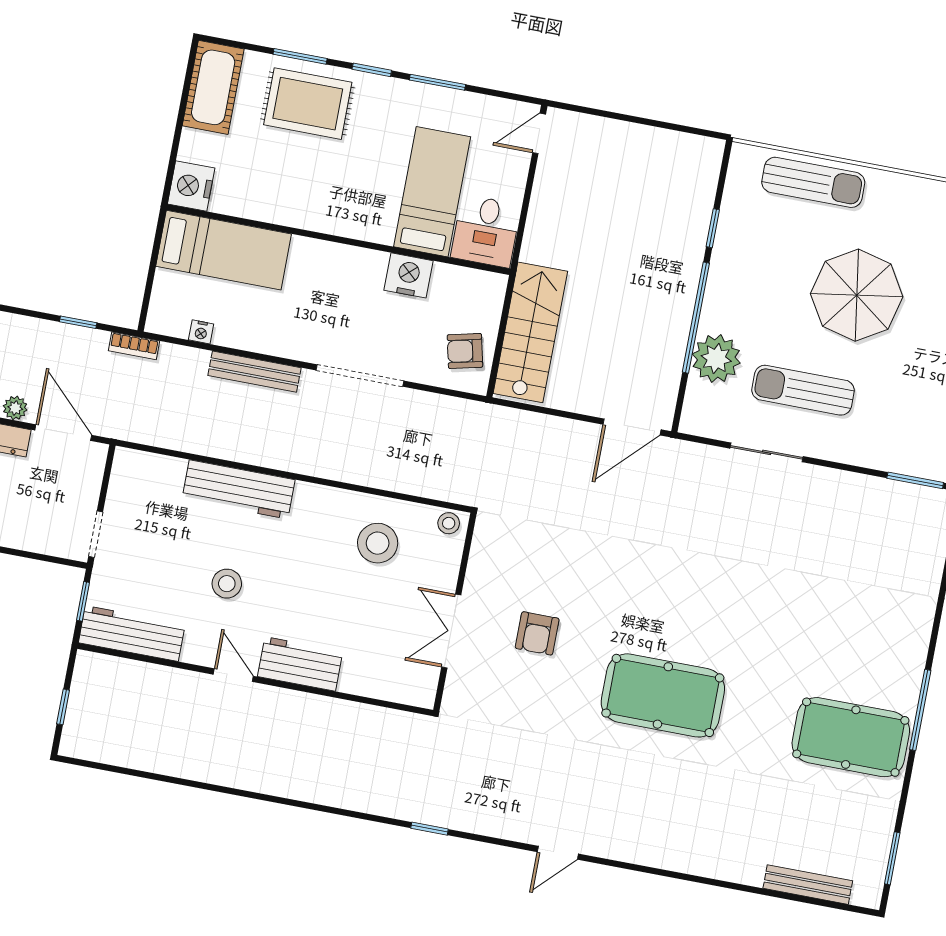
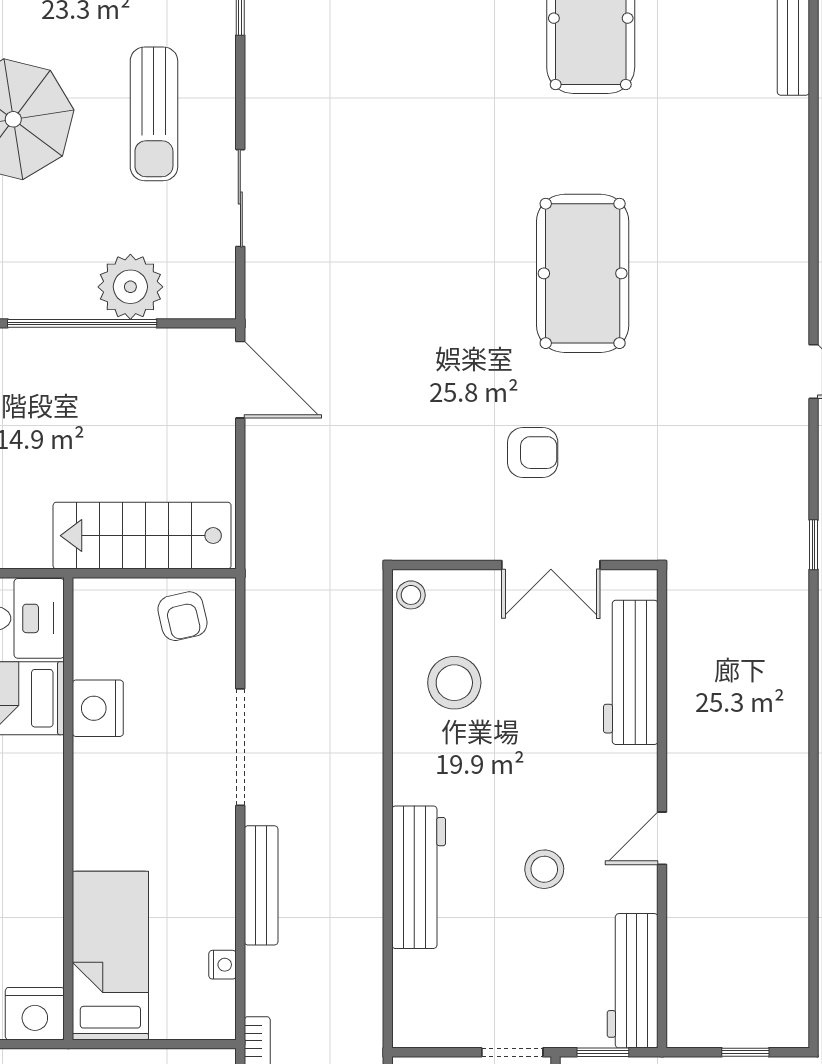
sun lounger: (803, 390) -> (154, 114), moved
workbench: (300, 664) -> (631, 672), moved, width x1.38

